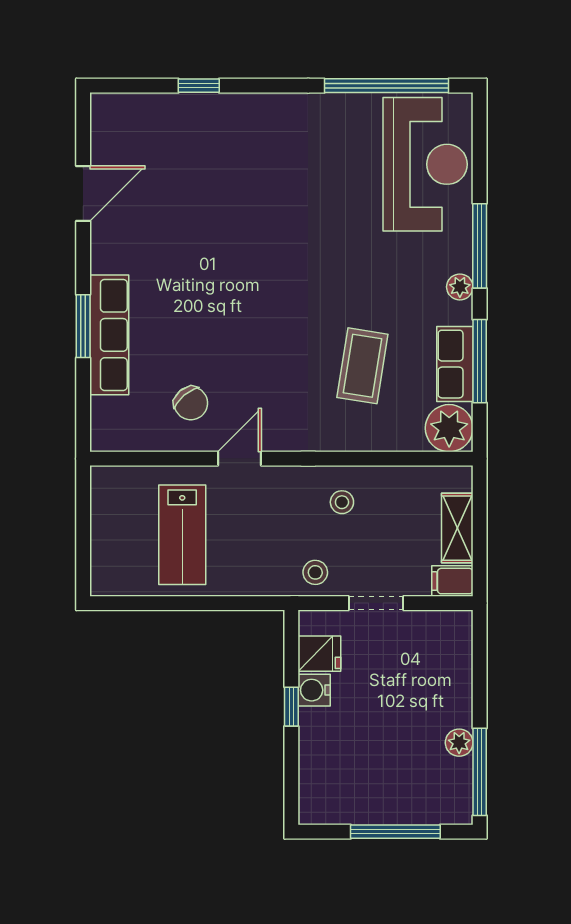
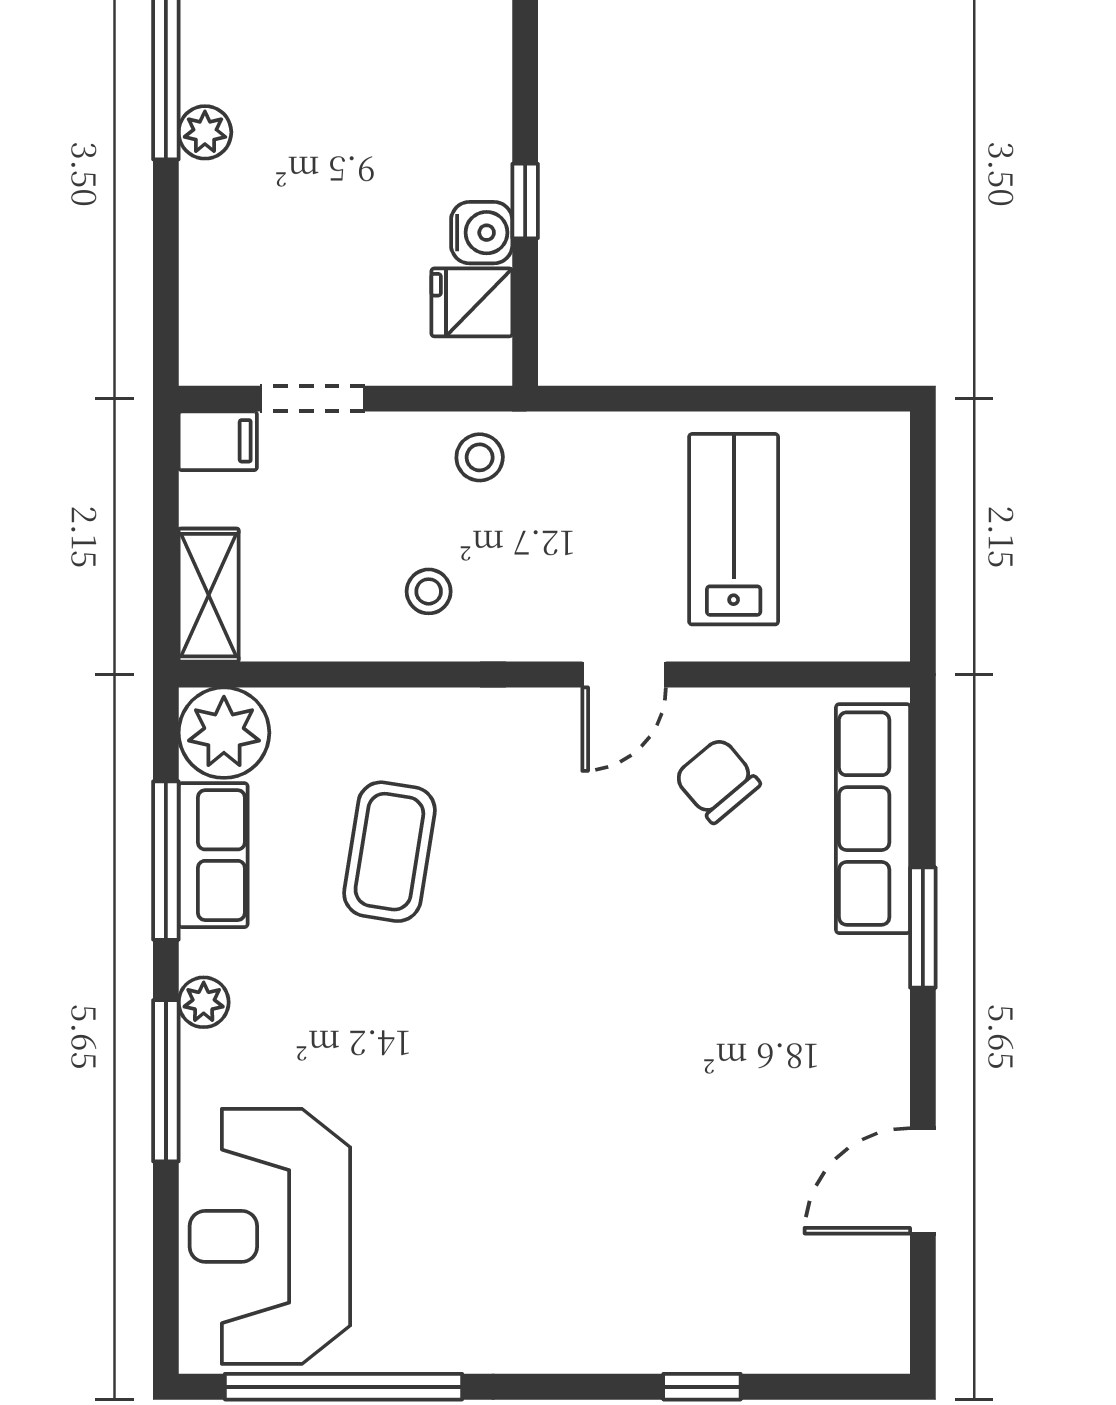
row of seats: (109, 335) -> (873, 819), moved
shelving: (457, 528) -> (209, 595), moved
doorway: (376, 603) -> (312, 399), moved

